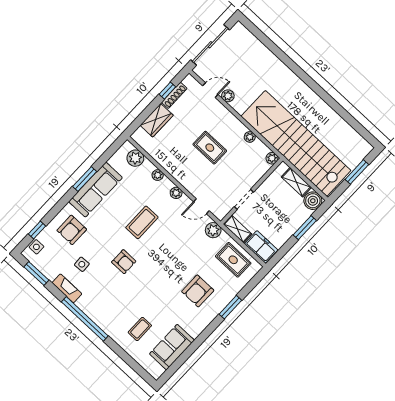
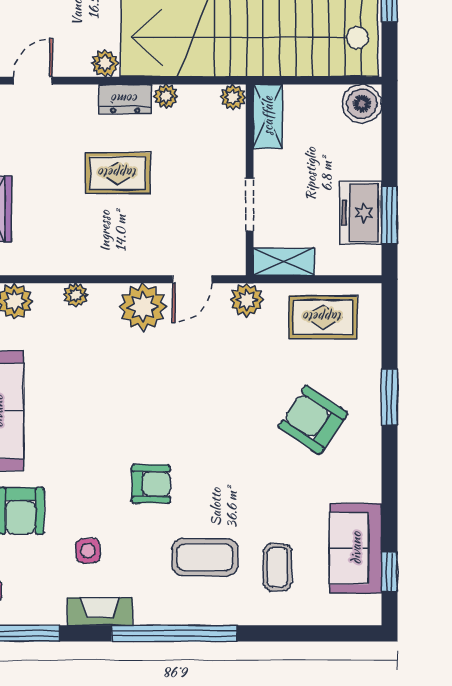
plant: (228, 96) -> (105, 63), moved
dresser: (235, 125) -> (125, 99), added
shelving: (296, 182) -> (268, 116), moved, turned 90
plant: (176, 193) -> (143, 307), width x1.88, depth x1.88
coffee table: (142, 222) -> (205, 557), moved, turned 90
window: (305, 228) -> (389, 215), moved
freezer: (261, 247) -> (361, 213), moved, turned -90
armchair: (198, 291) -> (313, 420), turned 124
window: (176, 366) -> (389, 572), added

